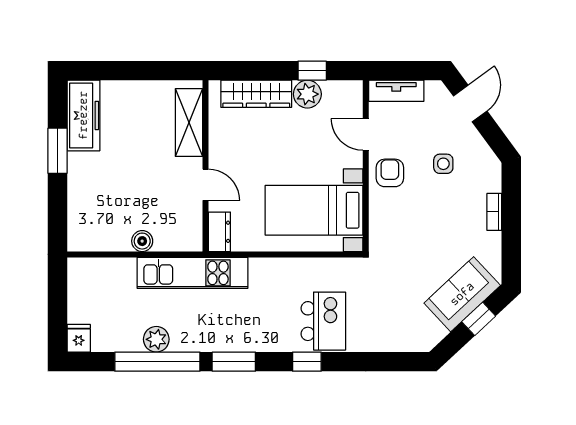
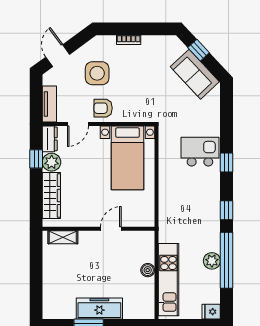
door: (470, 104) -> (58, 56), hinge flipped
freezer: (83, 115) -> (99, 309), moved
shelving: (189, 123) -> (63, 237), width x0.67, depth x0.75
side table: (443, 164) -> (97, 73), width x1.87, depth x1.87
dresser: (219, 232) -> (50, 139), moved, turned 90
kitchen unit: (192, 273) -> (168, 280), moved
sofa: (462, 294) -> (195, 74), moved
window: (234, 362) -> (226, 210), width x0.67

